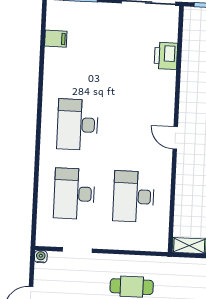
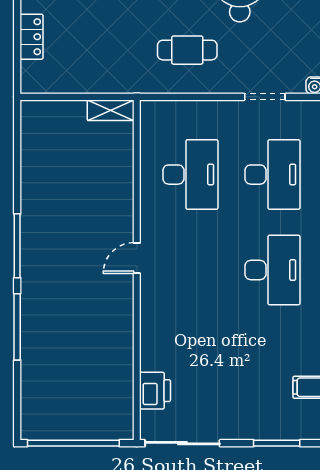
printer: (166, 56) -> (155, 391), moved
door: (175, 138) -> (137, 258), swing flipped

